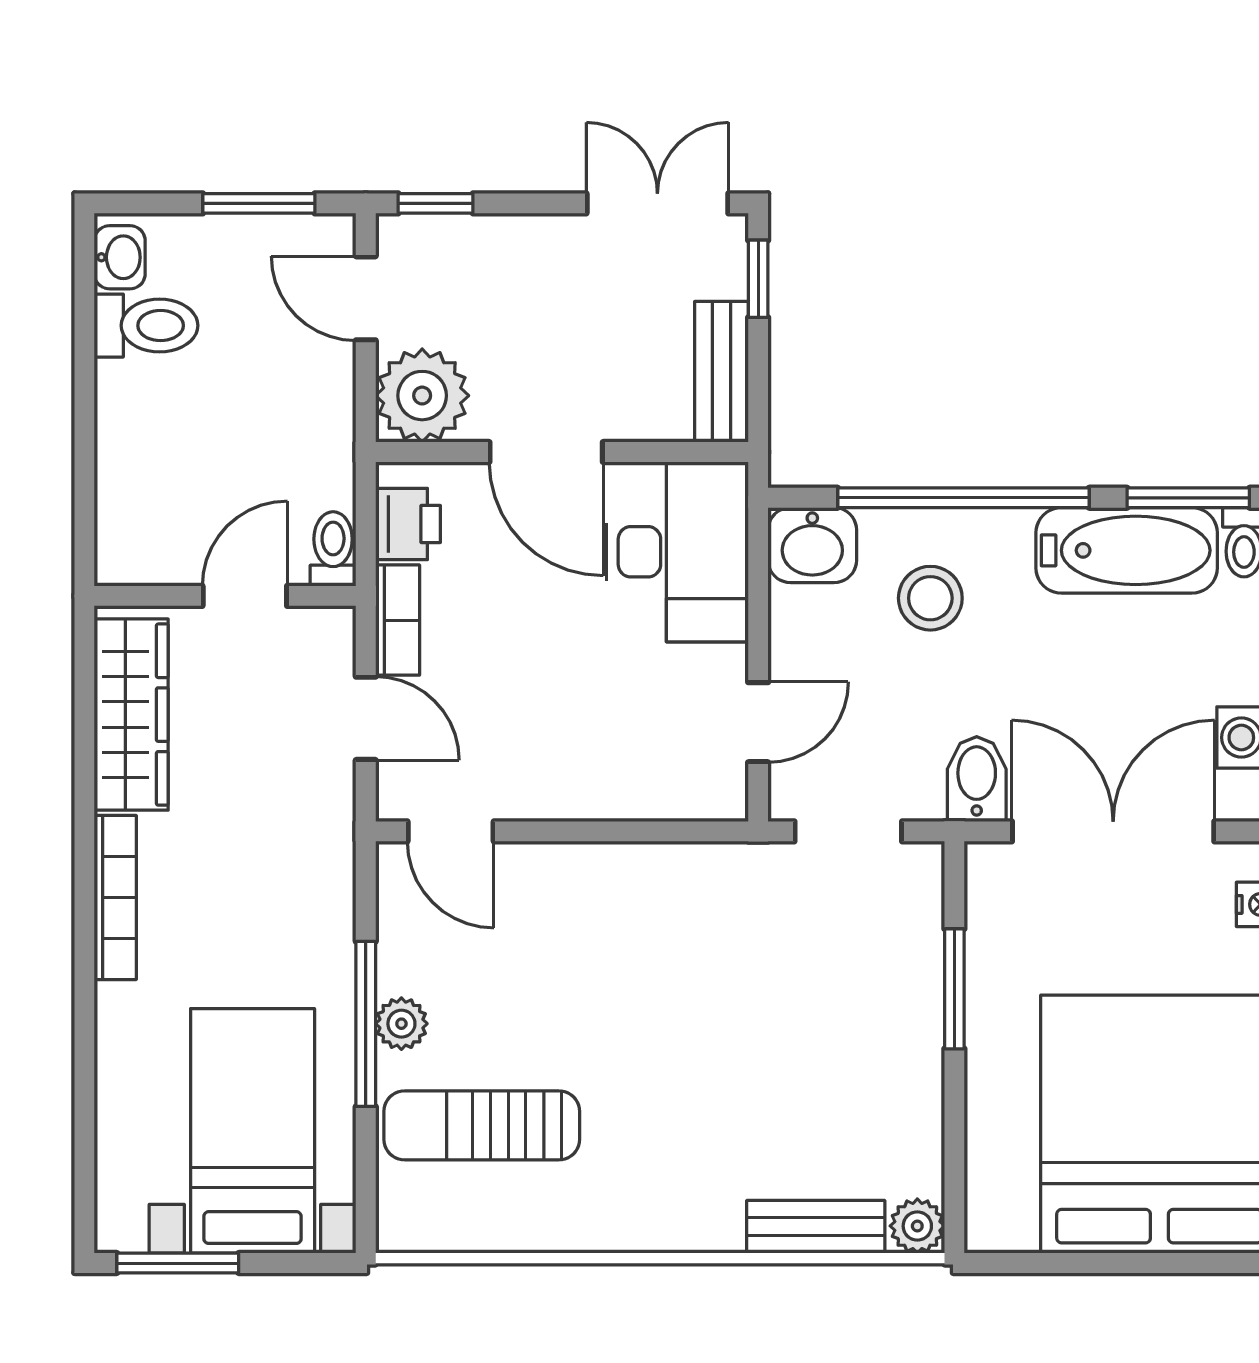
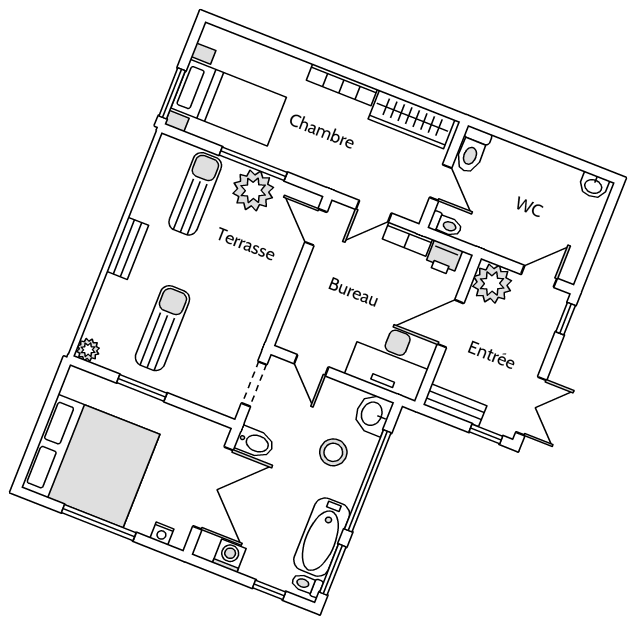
window: (259, 203) -> (593, 249), removed
toilet: (146, 326) -> (472, 150), moved
door: (451, 831) -> (316, 227), hinge flipped
window: (954, 989) -> (142, 388), moved
plant: (401, 1024) -> (253, 190), width x1.88, depth x1.88
sun lounger: (805, 1081) -> (162, 328), added
bench: (816, 1227) -> (128, 248), moved
window: (178, 1263) -> (172, 93), moved

